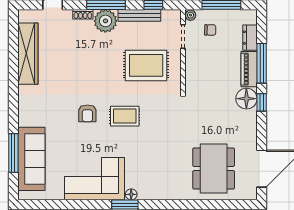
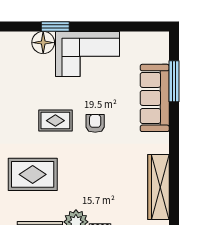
sofa: (31, 159) -> (155, 98), moved
floor lamp: (131, 194) -> (43, 43), width x1.89, depth x1.89

